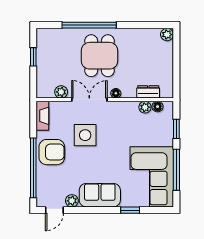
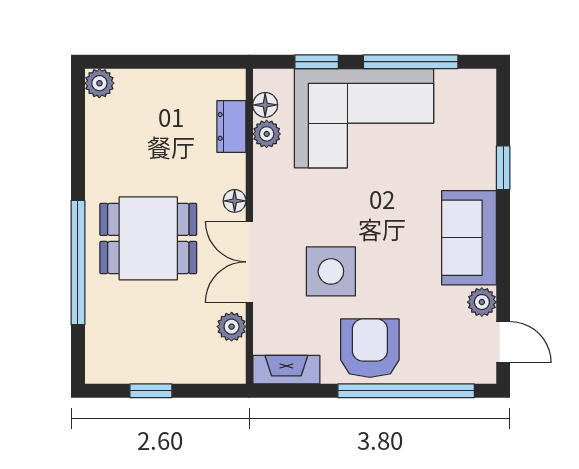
corner sofa: (152, 177) -> (364, 118), moved

